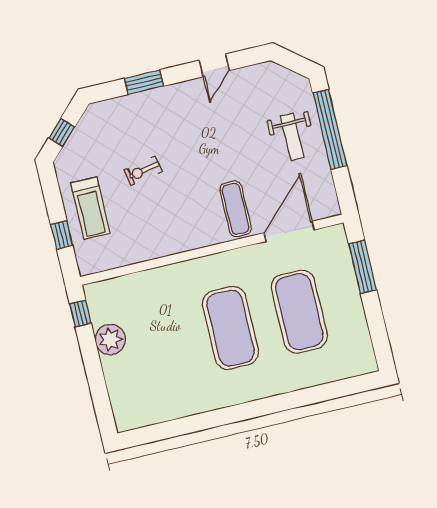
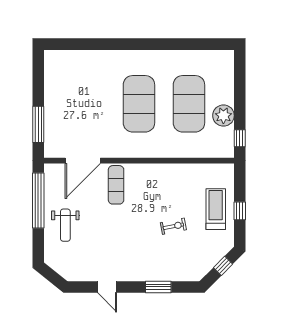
door: (214, 65) -> (107, 287), swing flipped
window: (330, 129) -> (38, 200), moved
weight bench: (292, 137) -> (65, 225), turned 180
window: (62, 235) -> (240, 211), moved
exercise mat: (299, 312) -> (189, 104), moved

